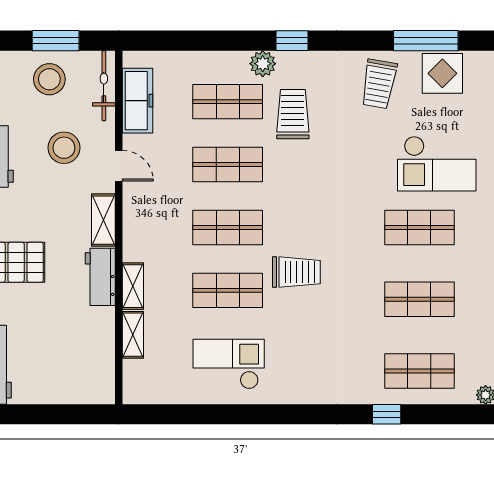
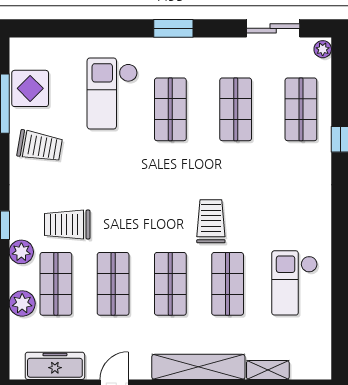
plant: (206, 65) -> (22, 303), added
checkout: (437, 164) -> (112, 93), turned 180
shelving: (133, 286) -> (198, 367), width x2.20, depth x1.33

